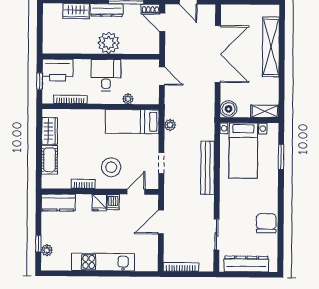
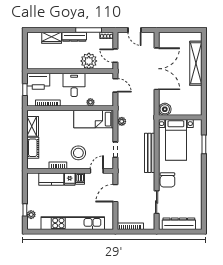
door: (162, 22) -> (115, 56), moved
plant: (109, 43) -> (89, 61), moved
shelving: (265, 111) -> (192, 111), removed
kitchen counter: (58, 202) -> (51, 179), moved
chair: (266, 223) -> (167, 180), moved, turned 180
kitchen unit: (103, 262) -> (73, 223), width x1.36

